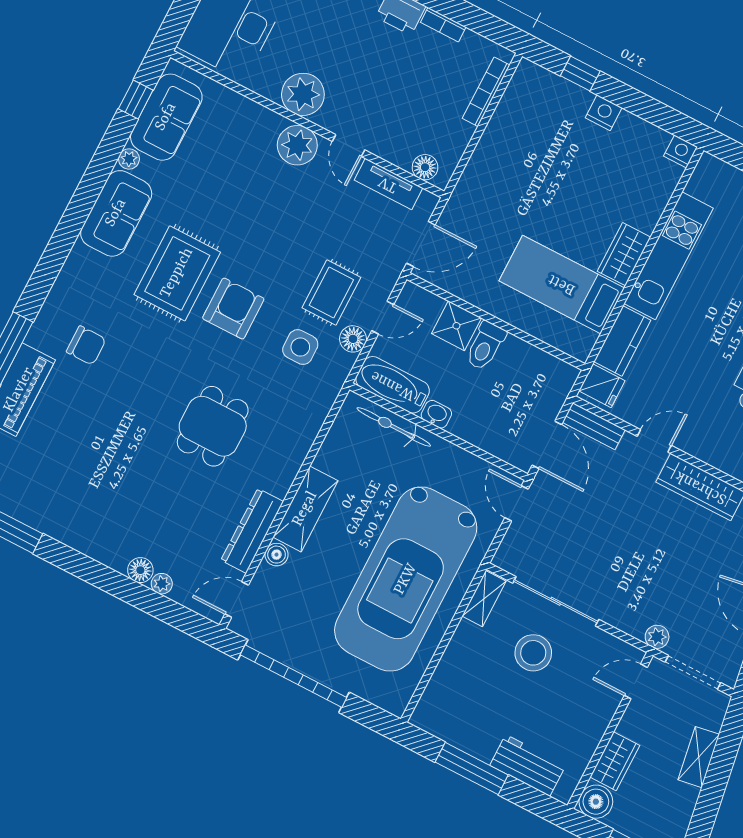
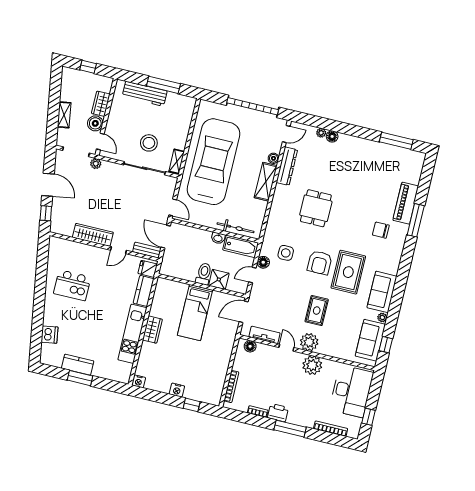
bed: (562, 284) -> (195, 313), moved, turned 90
rug: (331, 293) -> (317, 311), moved
door: (636, 681) -> (100, 141), hinge flipped
workbench: (528, 765) -> (145, 94), width x1.38
boiler: (596, 802) -> (95, 123), moved

